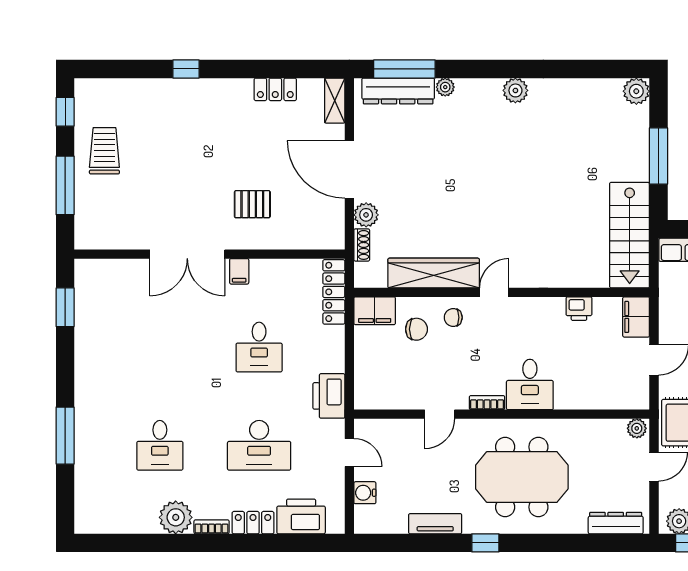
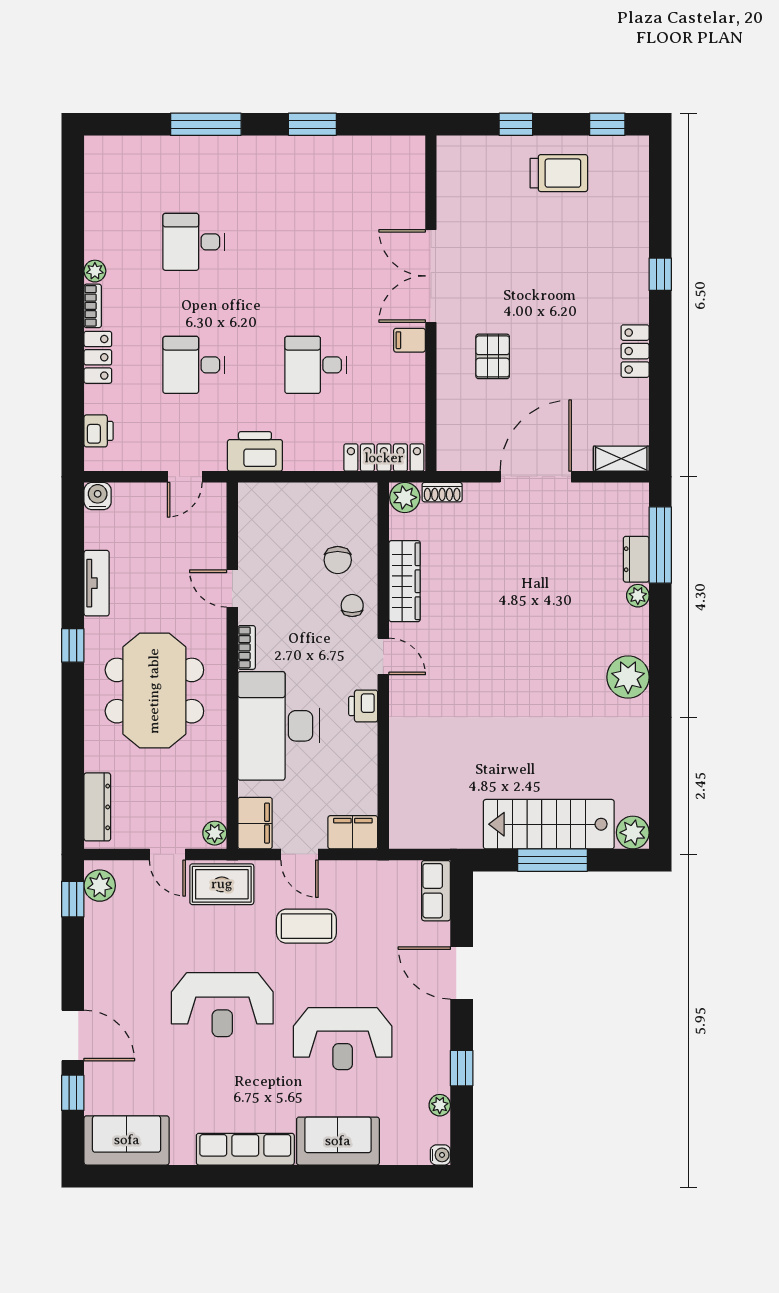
locker: (275, 89) -> (635, 351), moved
plant: (515, 90) -> (628, 677), width x1.36, depth x1.36
dresser: (398, 91) -> (636, 559), width x0.51, depth x0.80
window: (65, 185) -> (516, 124), width x0.46
plant: (366, 215) -> (405, 497), moved
stairs: (630, 235) -> (549, 824), moved
wardrobe: (434, 273) -> (405, 581), width x0.71, depth x0.85
window: (65, 307) -> (312, 124), moved
printer: (579, 309) -> (363, 706), moved
filing cabinet: (375, 311) -> (255, 823), moved, turned 180
desk: (530, 384) -> (279, 726), width x1.87, depth x1.30
desk: (259, 445) -> (194, 365), width x0.73
water cooler: (365, 493) -> (98, 496), moved
printer: (301, 516) -> (99, 431), width x0.53, depth x0.68
plant: (176, 517) -> (95, 271), width x0.53, depth x0.53

